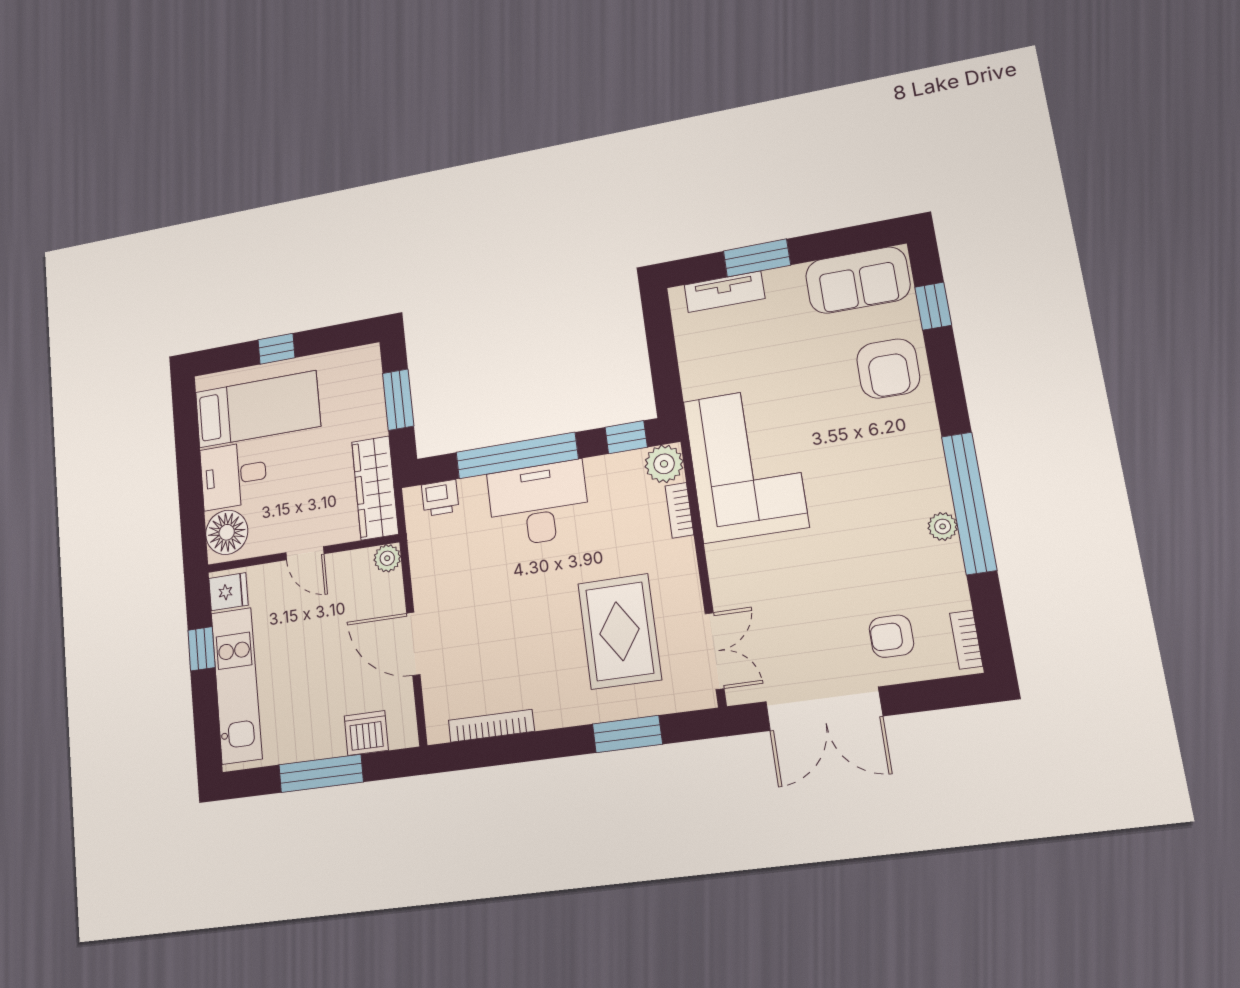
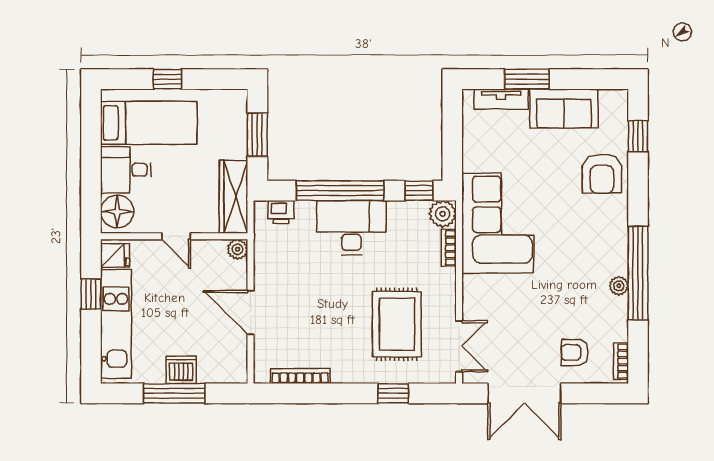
sofa: (858, 280) -> (564, 108), moved
dishwasher: (366, 733) -> (181, 370), moved
window: (627, 734) -> (393, 393), width x0.67

